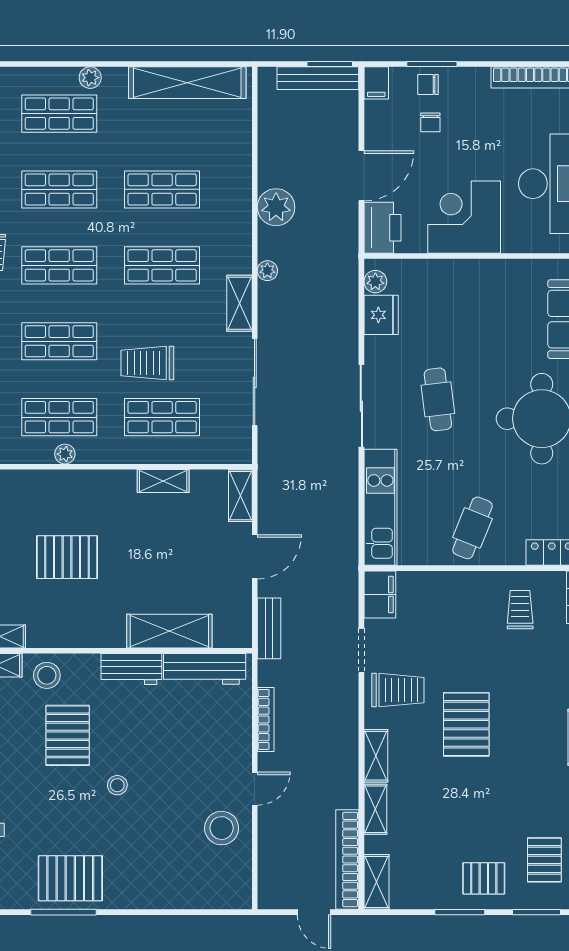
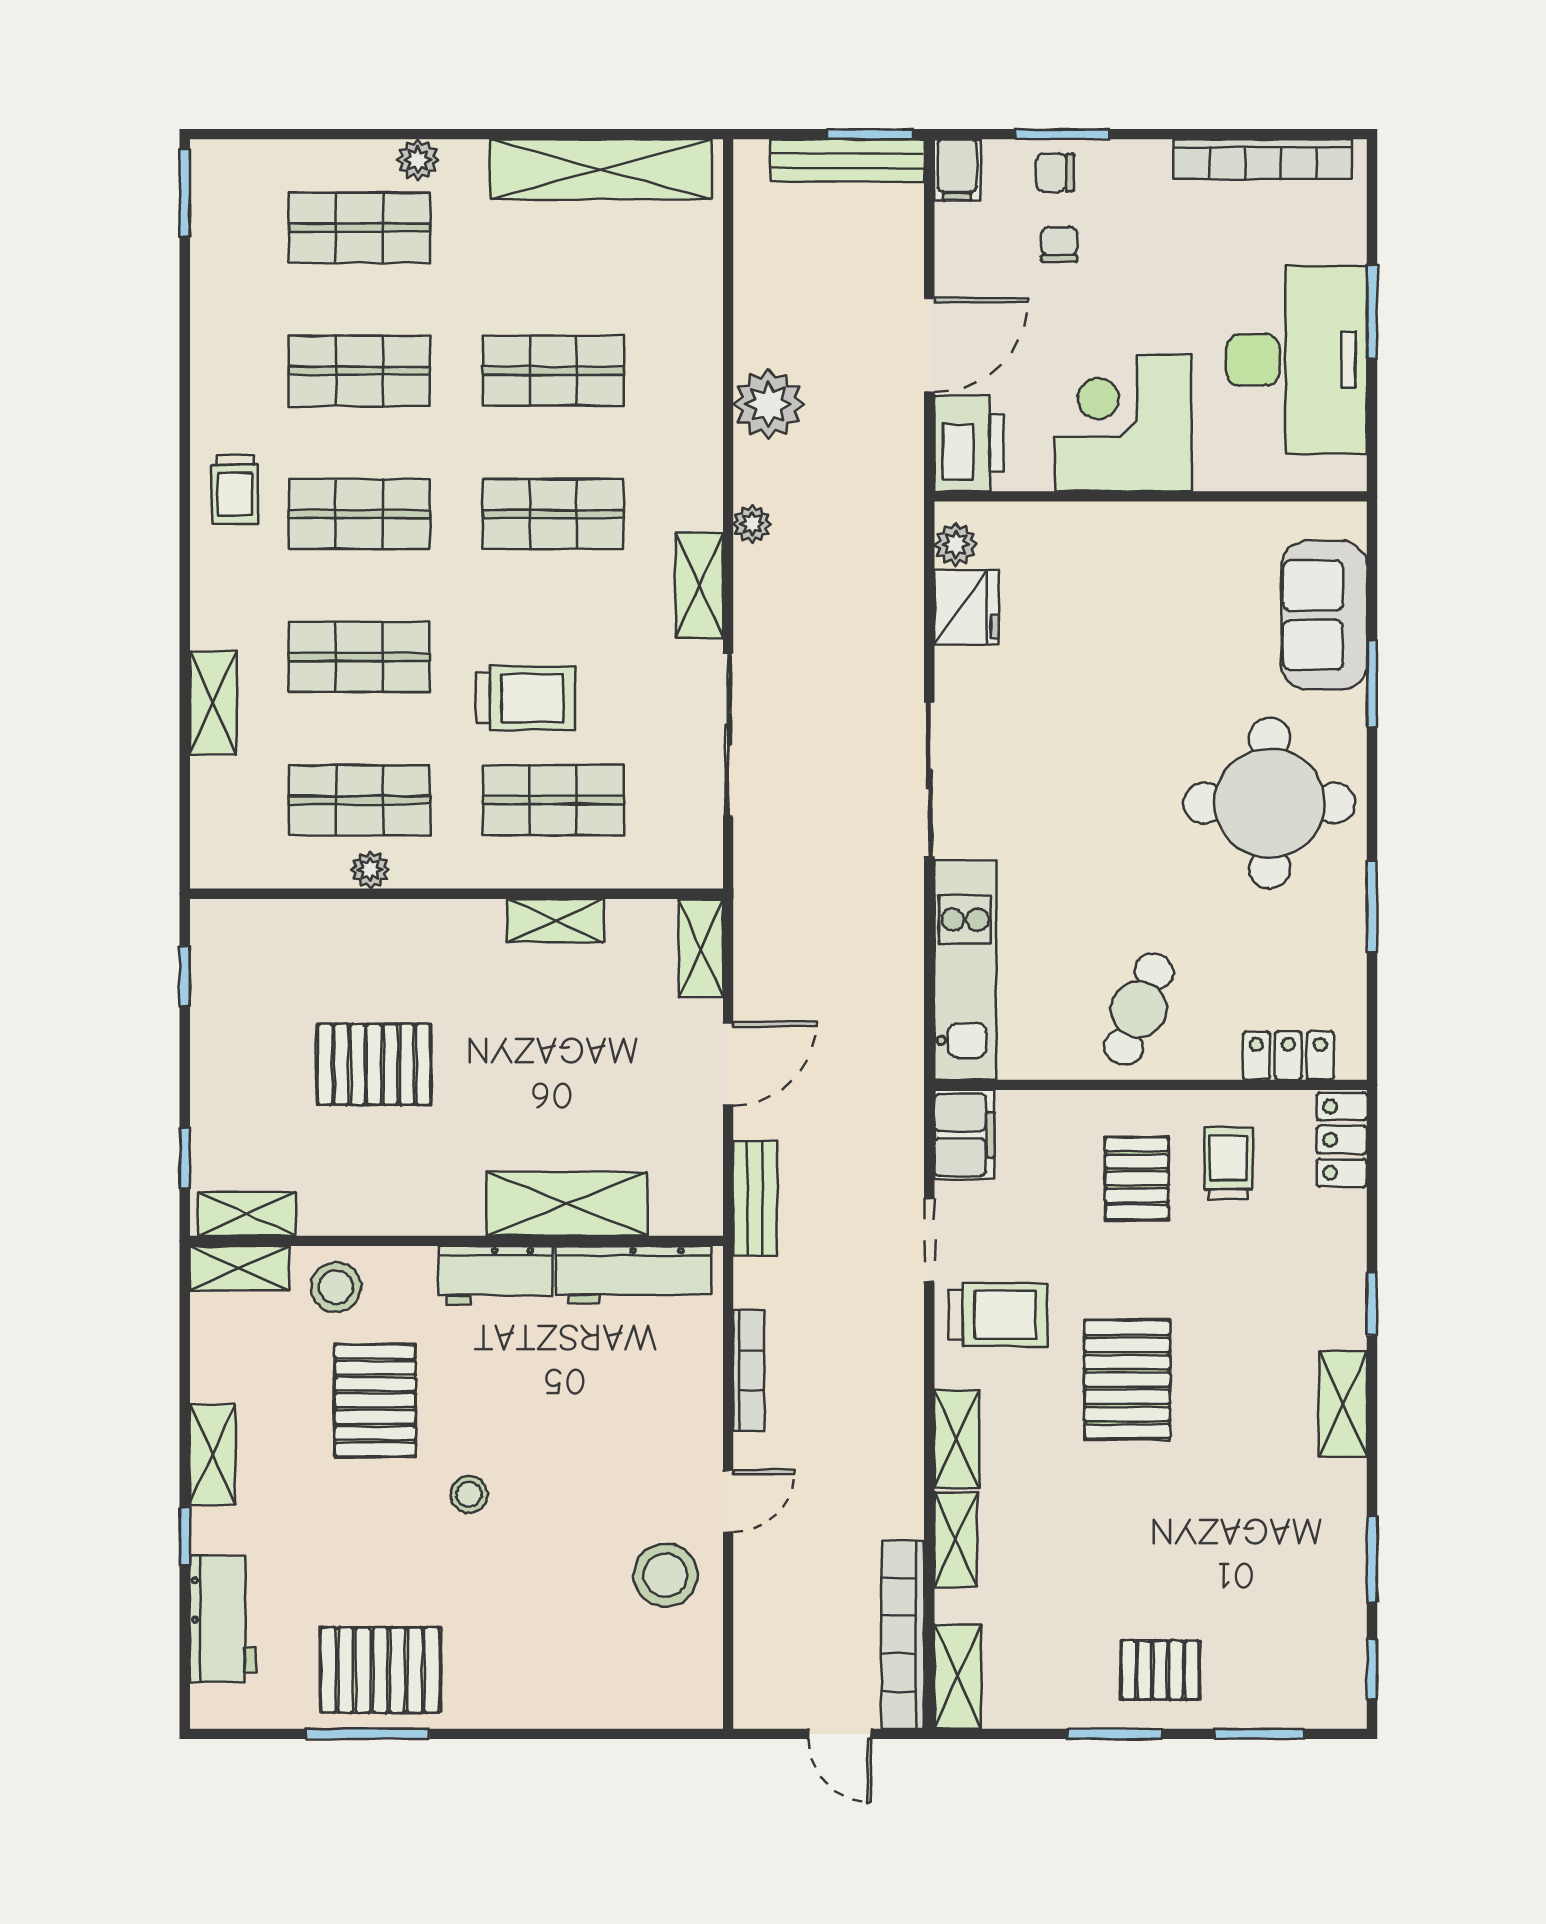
chair: (430, 122) -> (1059, 244), turned 180
trolley: (147, 363) -> (526, 698), turned 180
cafe table: (438, 399) -> (1074, 767), removed
pallet: (544, 860) -> (1137, 1178), moved

